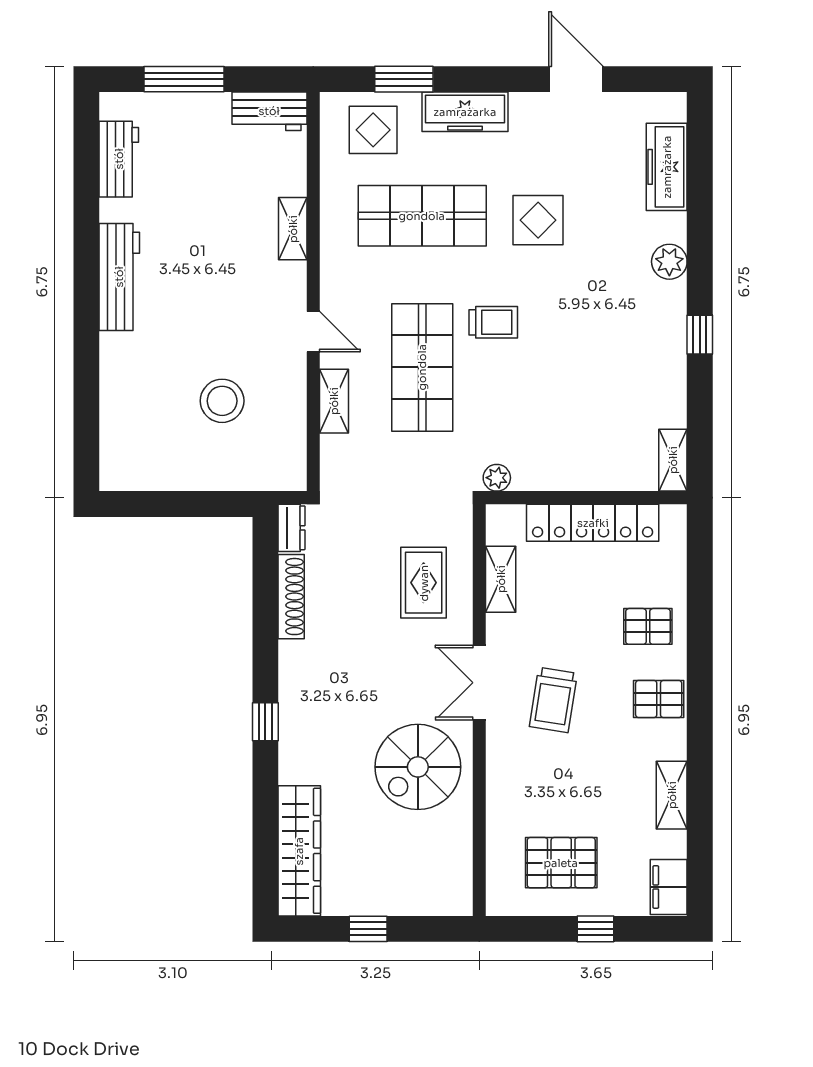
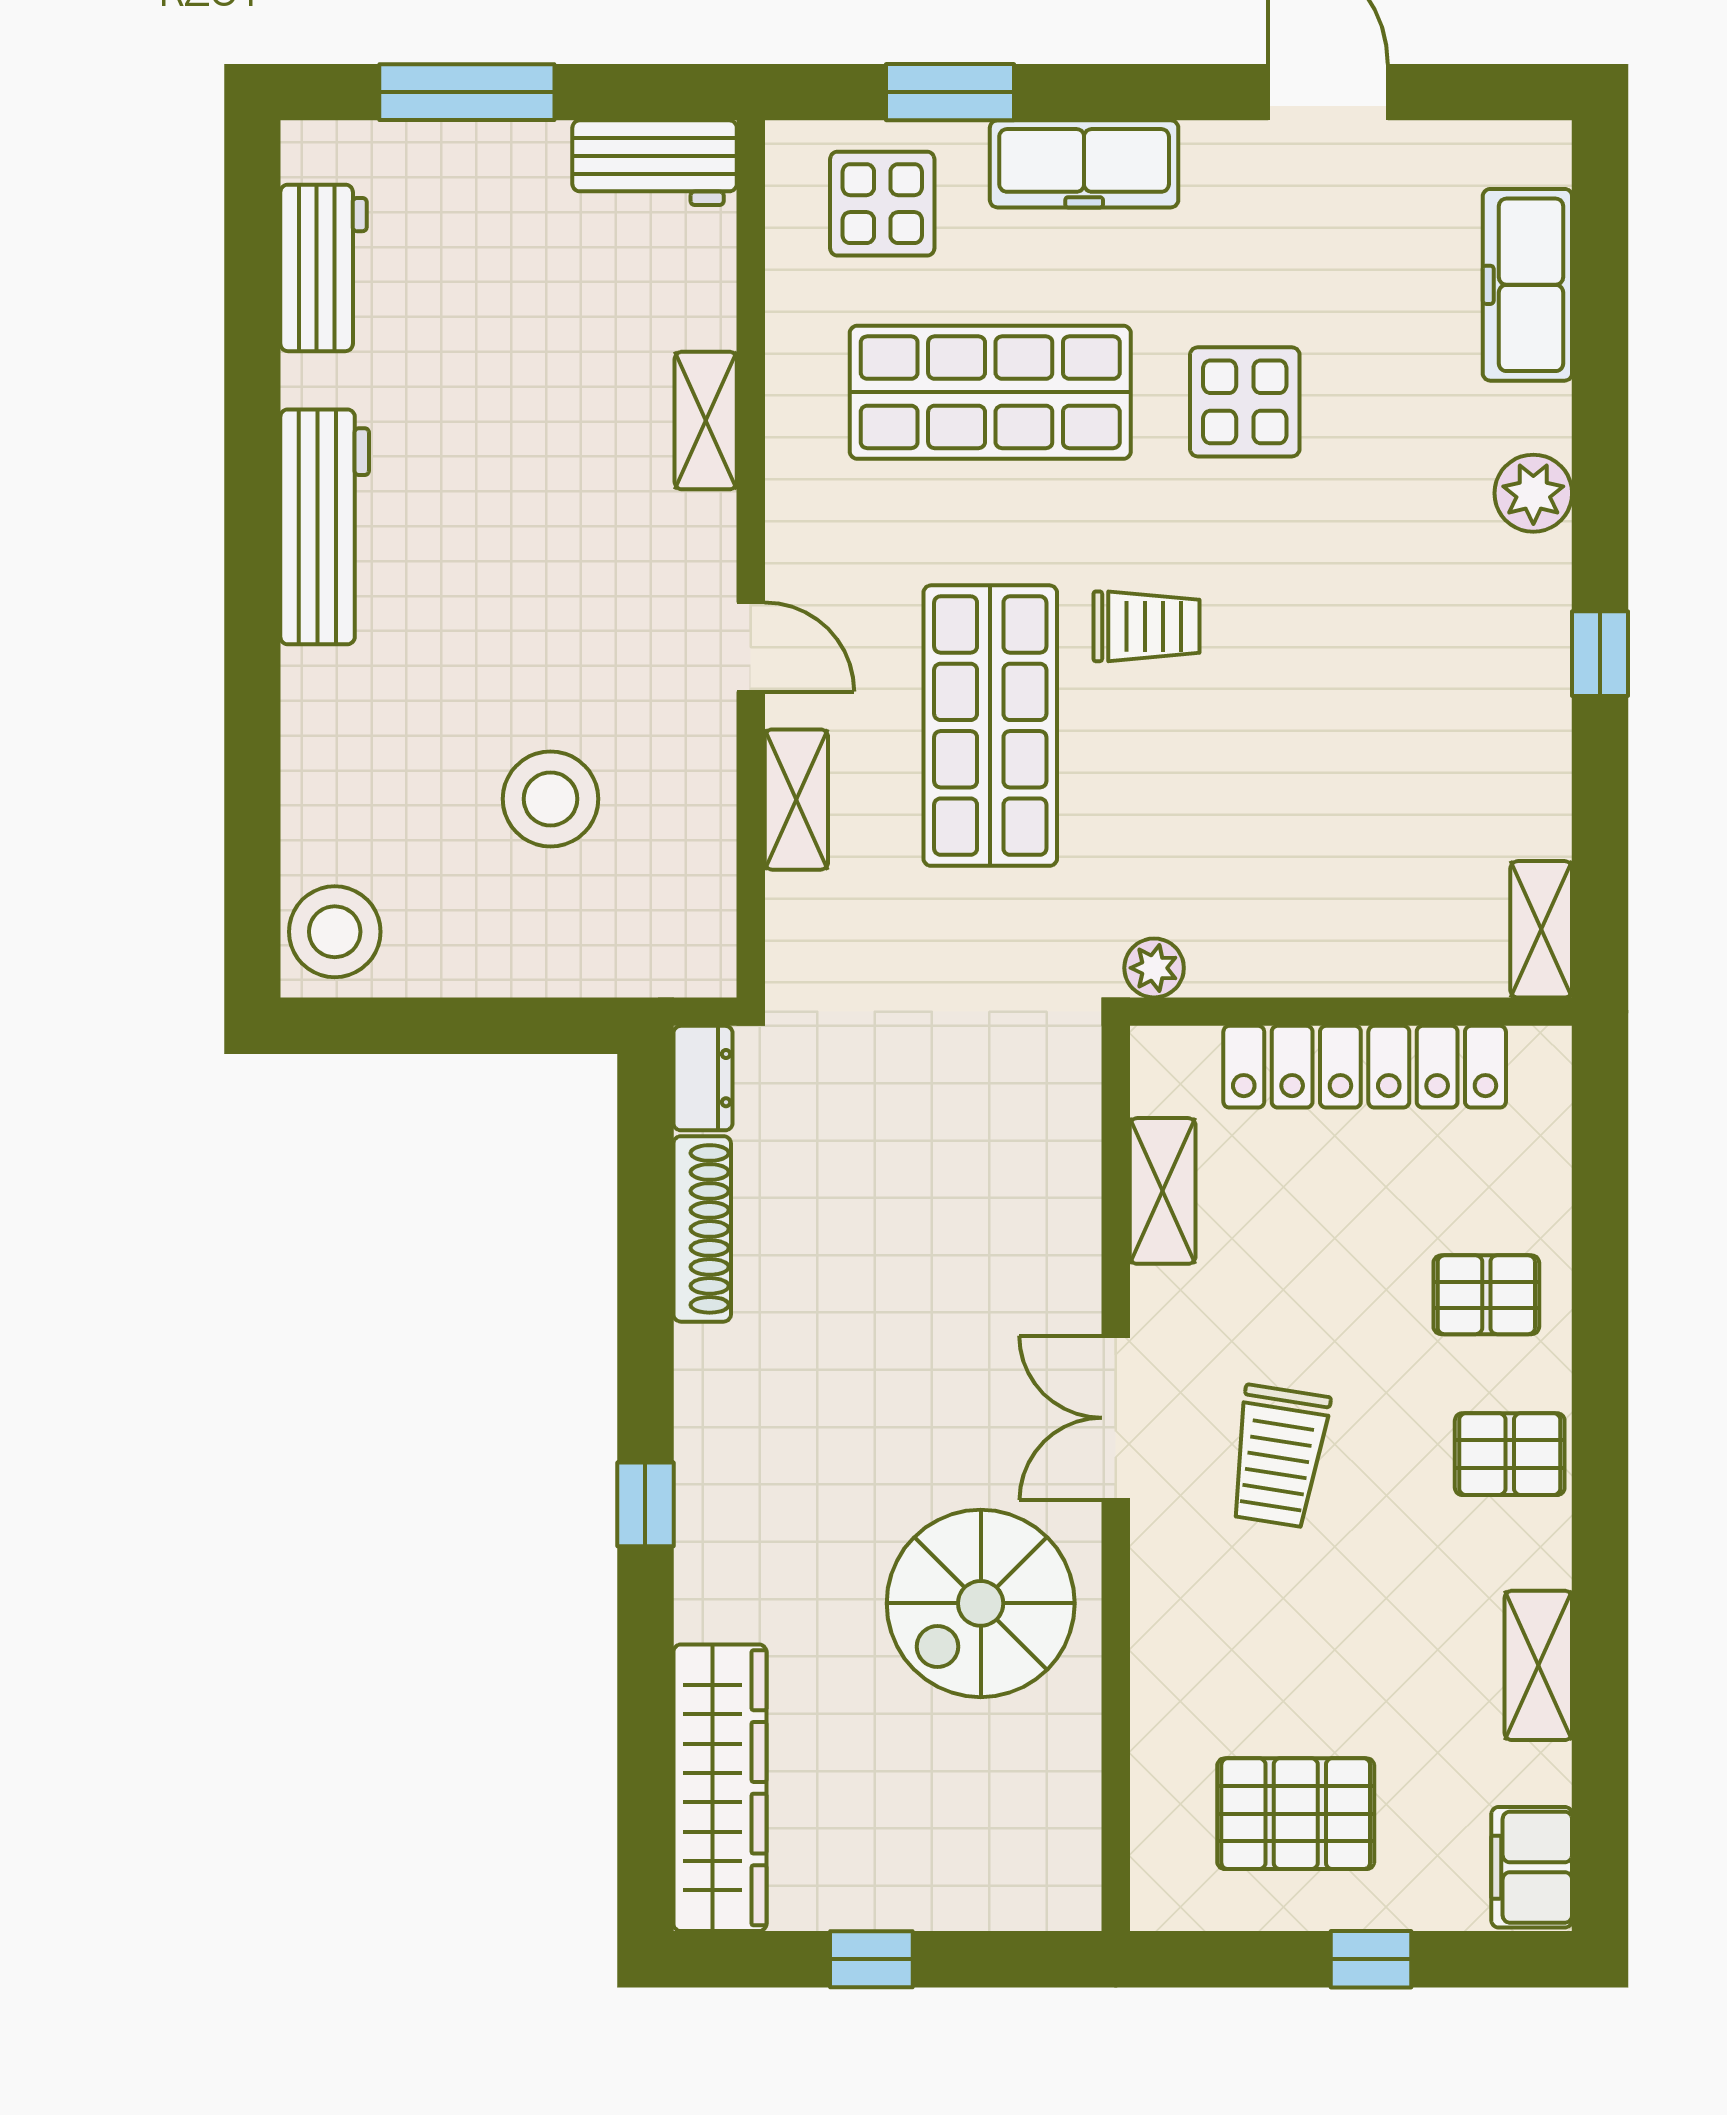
stool: (124, 461) -> (335, 932), added
rug: (424, 583) -> (993, 1198), removed

